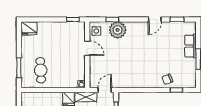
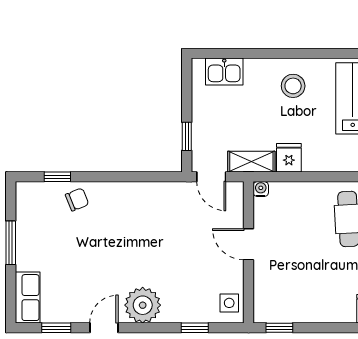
plant: (118, 30) -> (143, 305), moved
row of seats: (190, 46) -> (28, 298), moved
door: (87, 48) -> (249, 244), moved
door: (105, 90) -> (211, 177), hinge flipped

